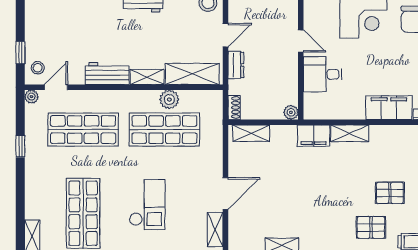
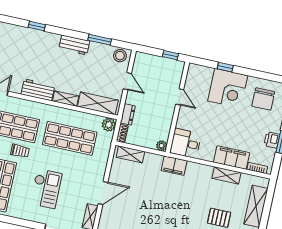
door: (225, 35) -> (127, 81), hinge flipped
dresser: (236, 65) -> (128, 114), moved
desk: (323, 74) -> (186, 143), moved
plant: (169, 99) -> (109, 125), moved
shelving: (350, 133) -> (226, 175), moved
trolley: (101, 161) -> (20, 151), added

